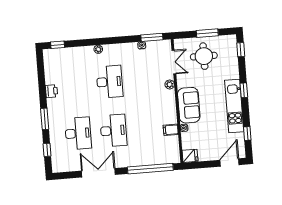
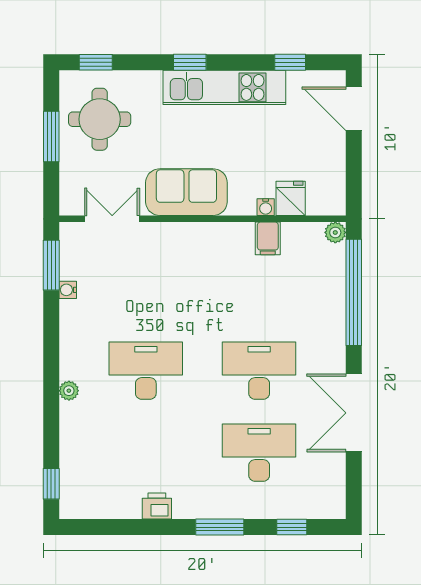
round table: (204, 56) -> (100, 119), moved
plant: (170, 84) -> (335, 232), moved
sofa: (189, 105) -> (186, 192), moved
fridge: (190, 156) -> (291, 198), moved

